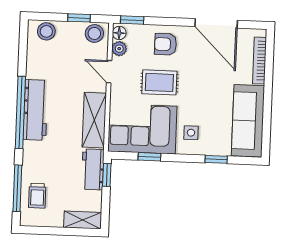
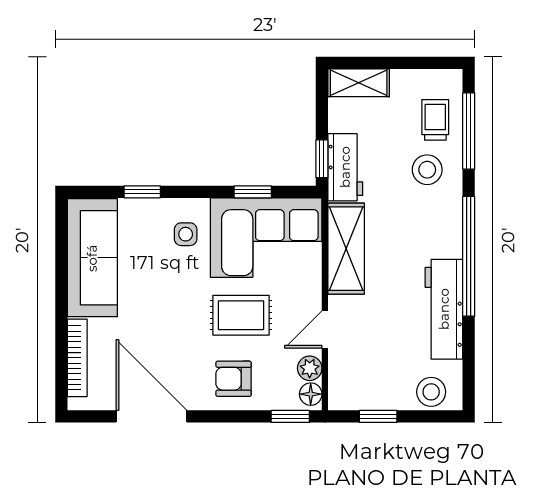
stool: (94, 33) -> (427, 170), moved
armchair: (166, 44) -> (233, 379), turned 180
door: (109, 72) -> (325, 330), swing flipped
workbench: (35, 110) -> (444, 309), moved

